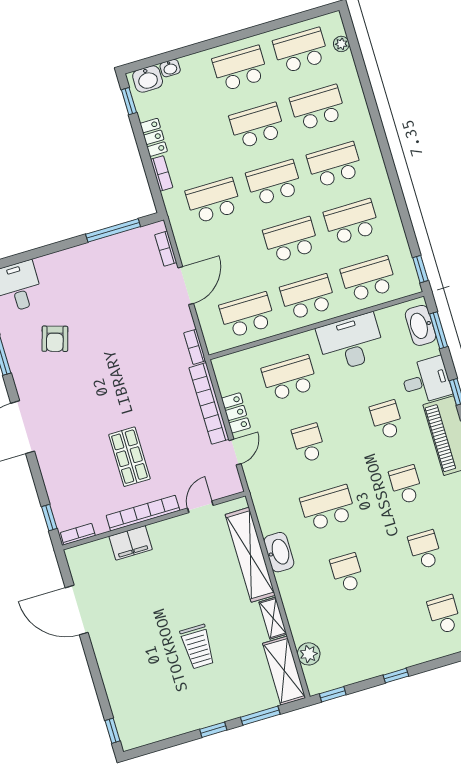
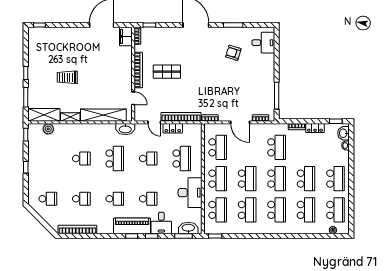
filing cabinet: (131, 543) -> (126, 36), moved
washbasin: (279, 552) -> (125, 129), moved

